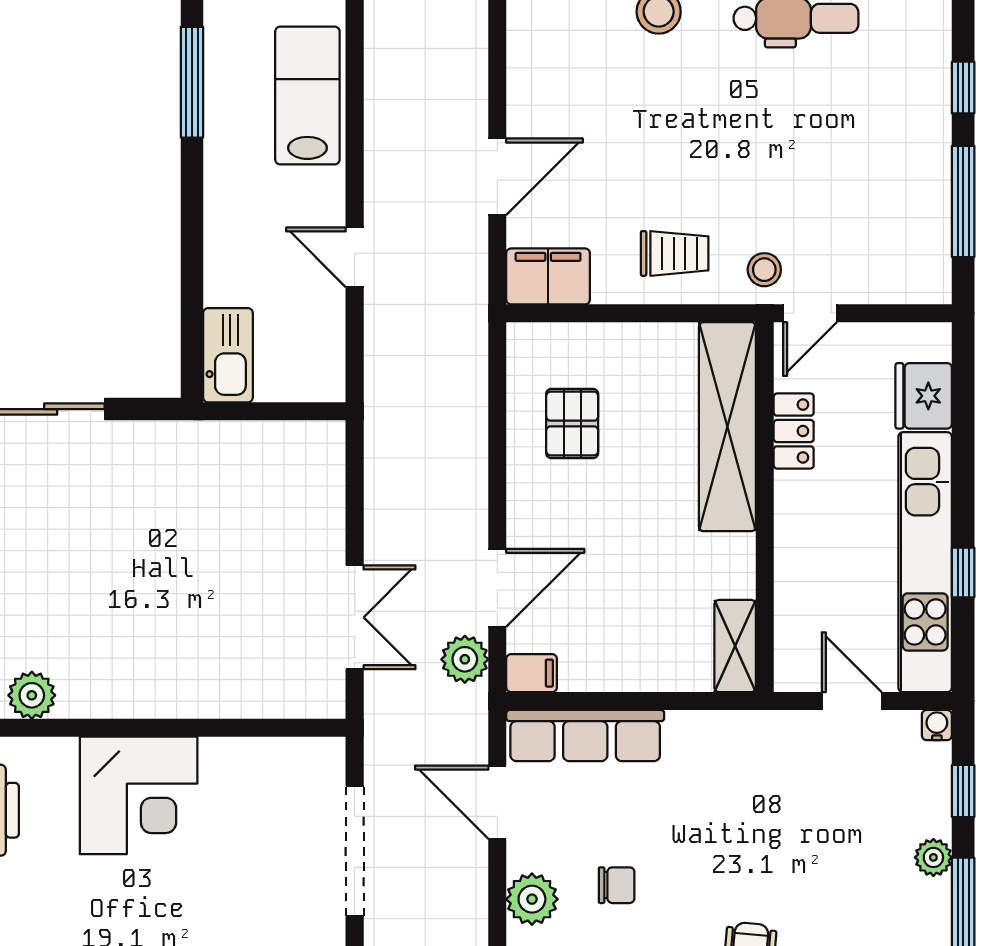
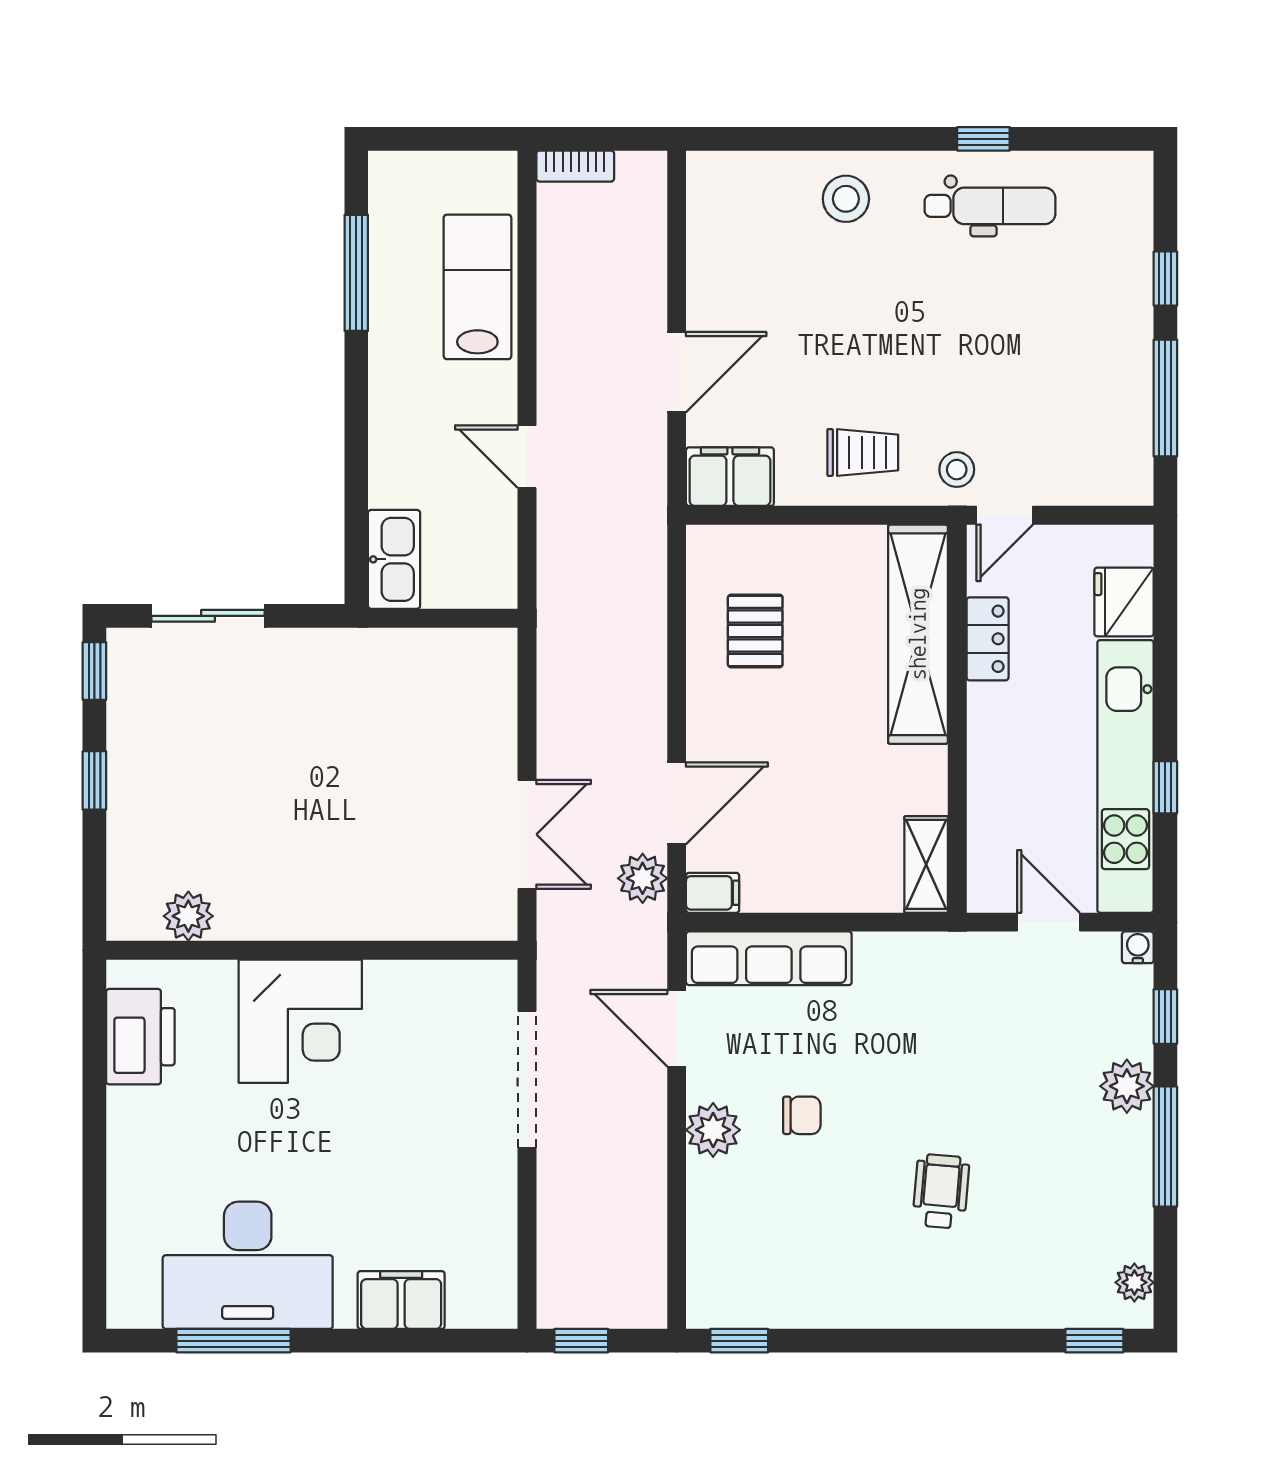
plant: (933, 857) -> (1127, 1086), width x1.38, depth x1.38

